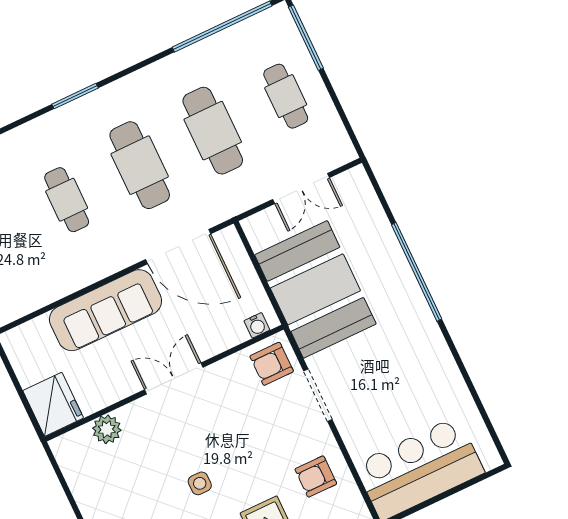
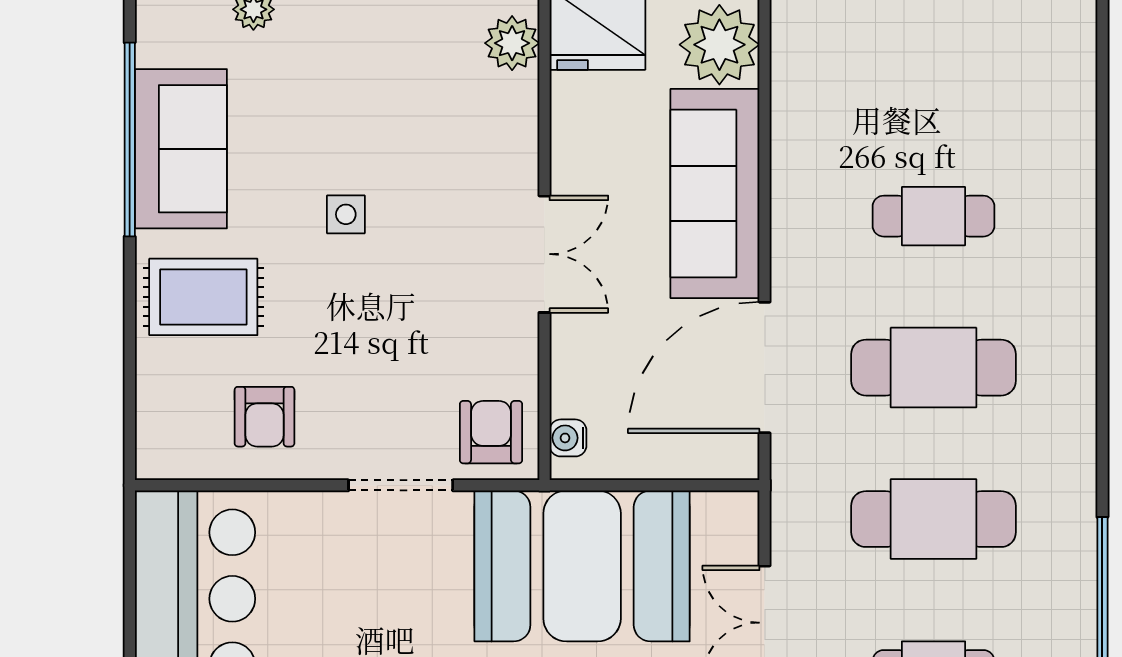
window: (75, 96) -> (1102, 313), removed
plant: (33, 342) -> (719, 45), added
plant: (107, 429) -> (512, 43), moved
armchair: (316, 477) -> (264, 417), turned 180

